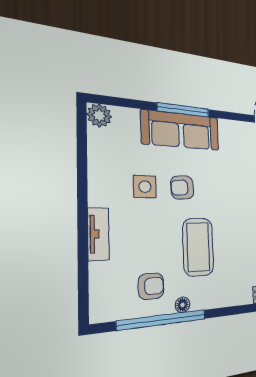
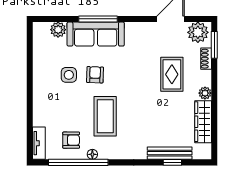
plant: (99, 116) -> (58, 30), moved
armchair: (182, 188) -> (95, 75), turned 96
tv unit: (98, 234) -> (39, 143), moved

